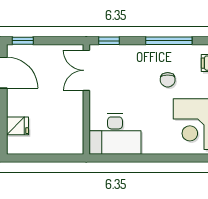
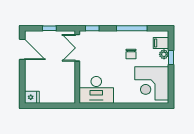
window: (23, 41) -> (49, 28), moved
fridge: (18, 126) -> (32, 97), moved

